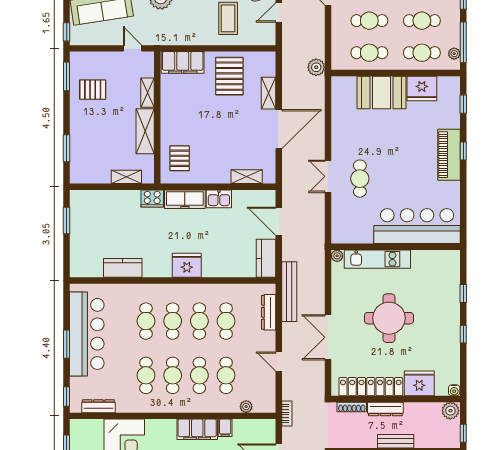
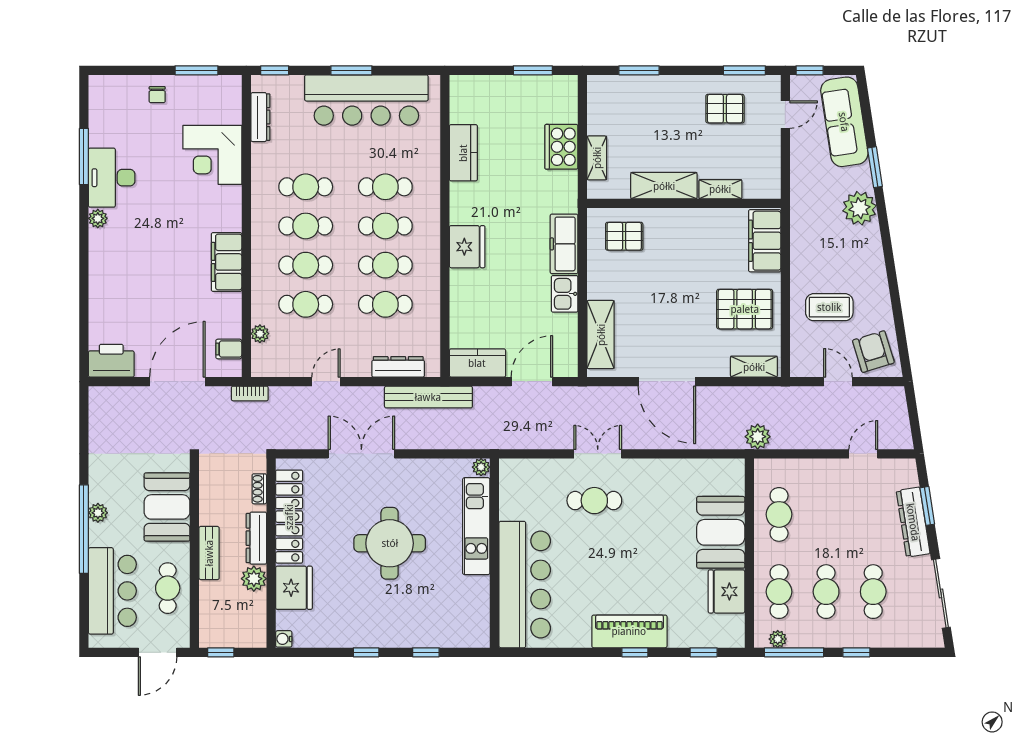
cafe table: (369, 21) -> (826, 514), removed
door: (133, 48) -> (785, 115), moved
pallet: (93, 90) -> (725, 109), turned 90
shelving: (268, 93) -> (754, 367), moved
shelving: (247, 177) -> (601, 335), width x1.50, depth x1.33
cooker: (152, 198) -> (561, 147), moved, width x1.37, depth x1.31
shoe rack: (352, 407) -> (259, 489), width x0.70
plant: (450, 411) -> (254, 579), moved
filing cabinet: (225, 428) -> (229, 349), moved

